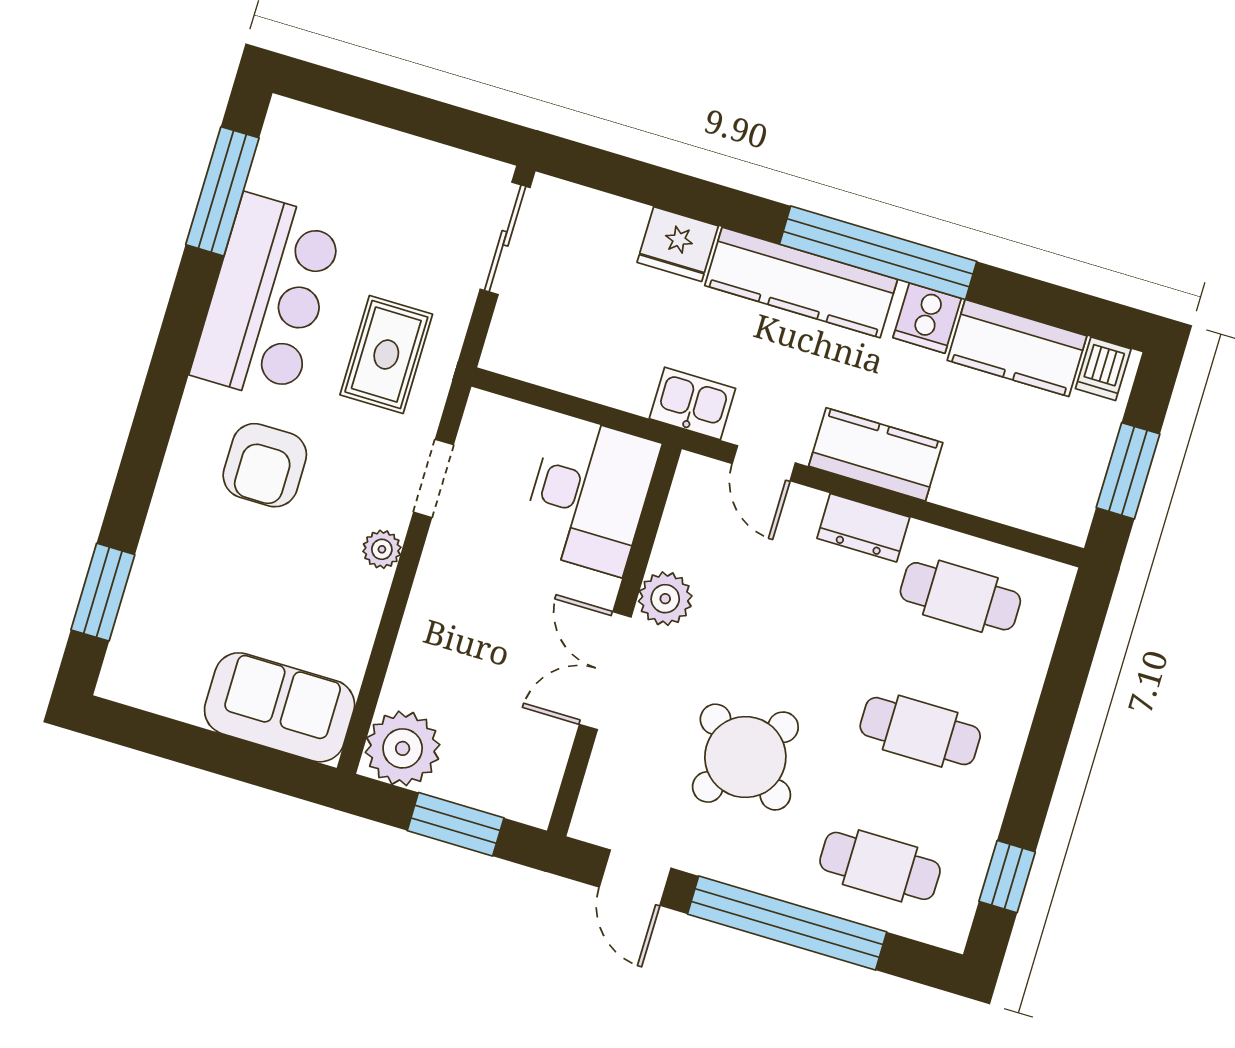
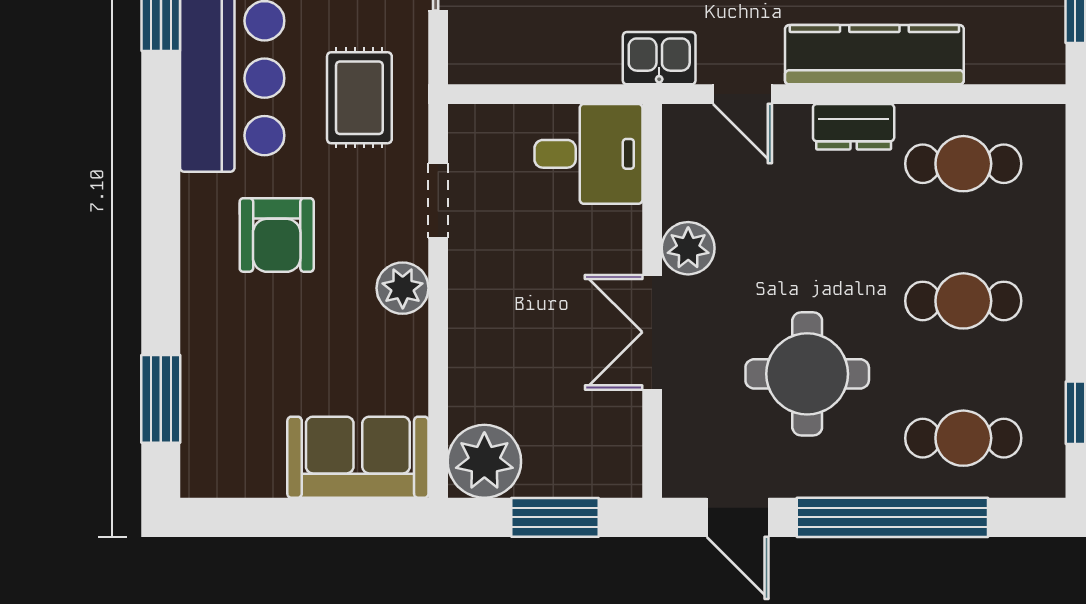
kitchen counter: (876, 454) -> (874, 55), width x1.50
desk: (590, 495) -> (588, 154), width x0.73
plant: (382, 549) -> (403, 288), width x1.38, depth x1.38
round table: (745, 757) -> (807, 374), turned -35

